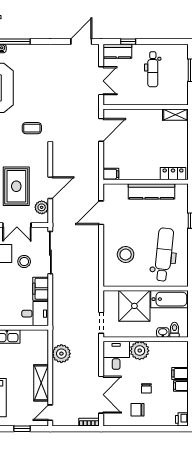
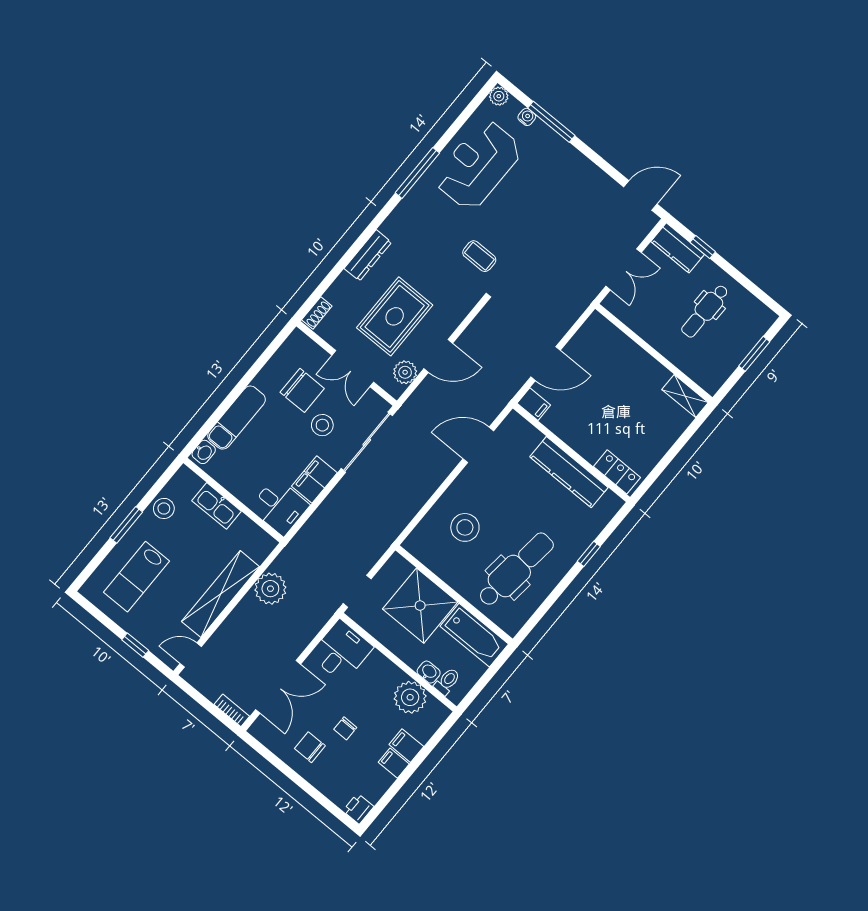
door: (101, 130) -> (546, 364), moved
plant: (140, 351) -> (410, 697), moved
shelving: (41, 383) -> (221, 594), width x1.47

